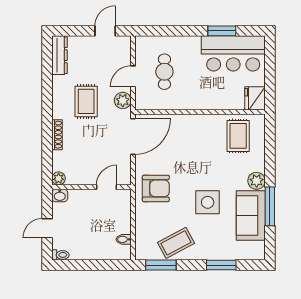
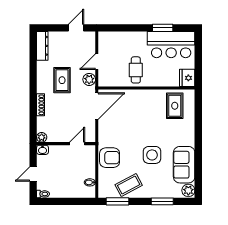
cafe table: (164, 72) -> (136, 70), moved
plant: (257, 181) -> (188, 190), moved
armchair: (156, 188) -> (110, 158), moved
window: (270, 206) -> (198, 158), removed

